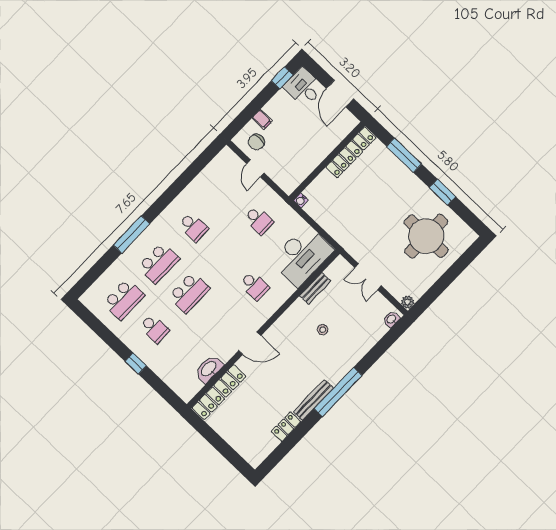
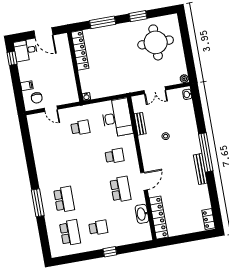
school desk: (193, 227) -> (58, 166), removed
school desk: (189, 292) -> (120, 189), moved
locker: (286, 427) -> (208, 219), moved

